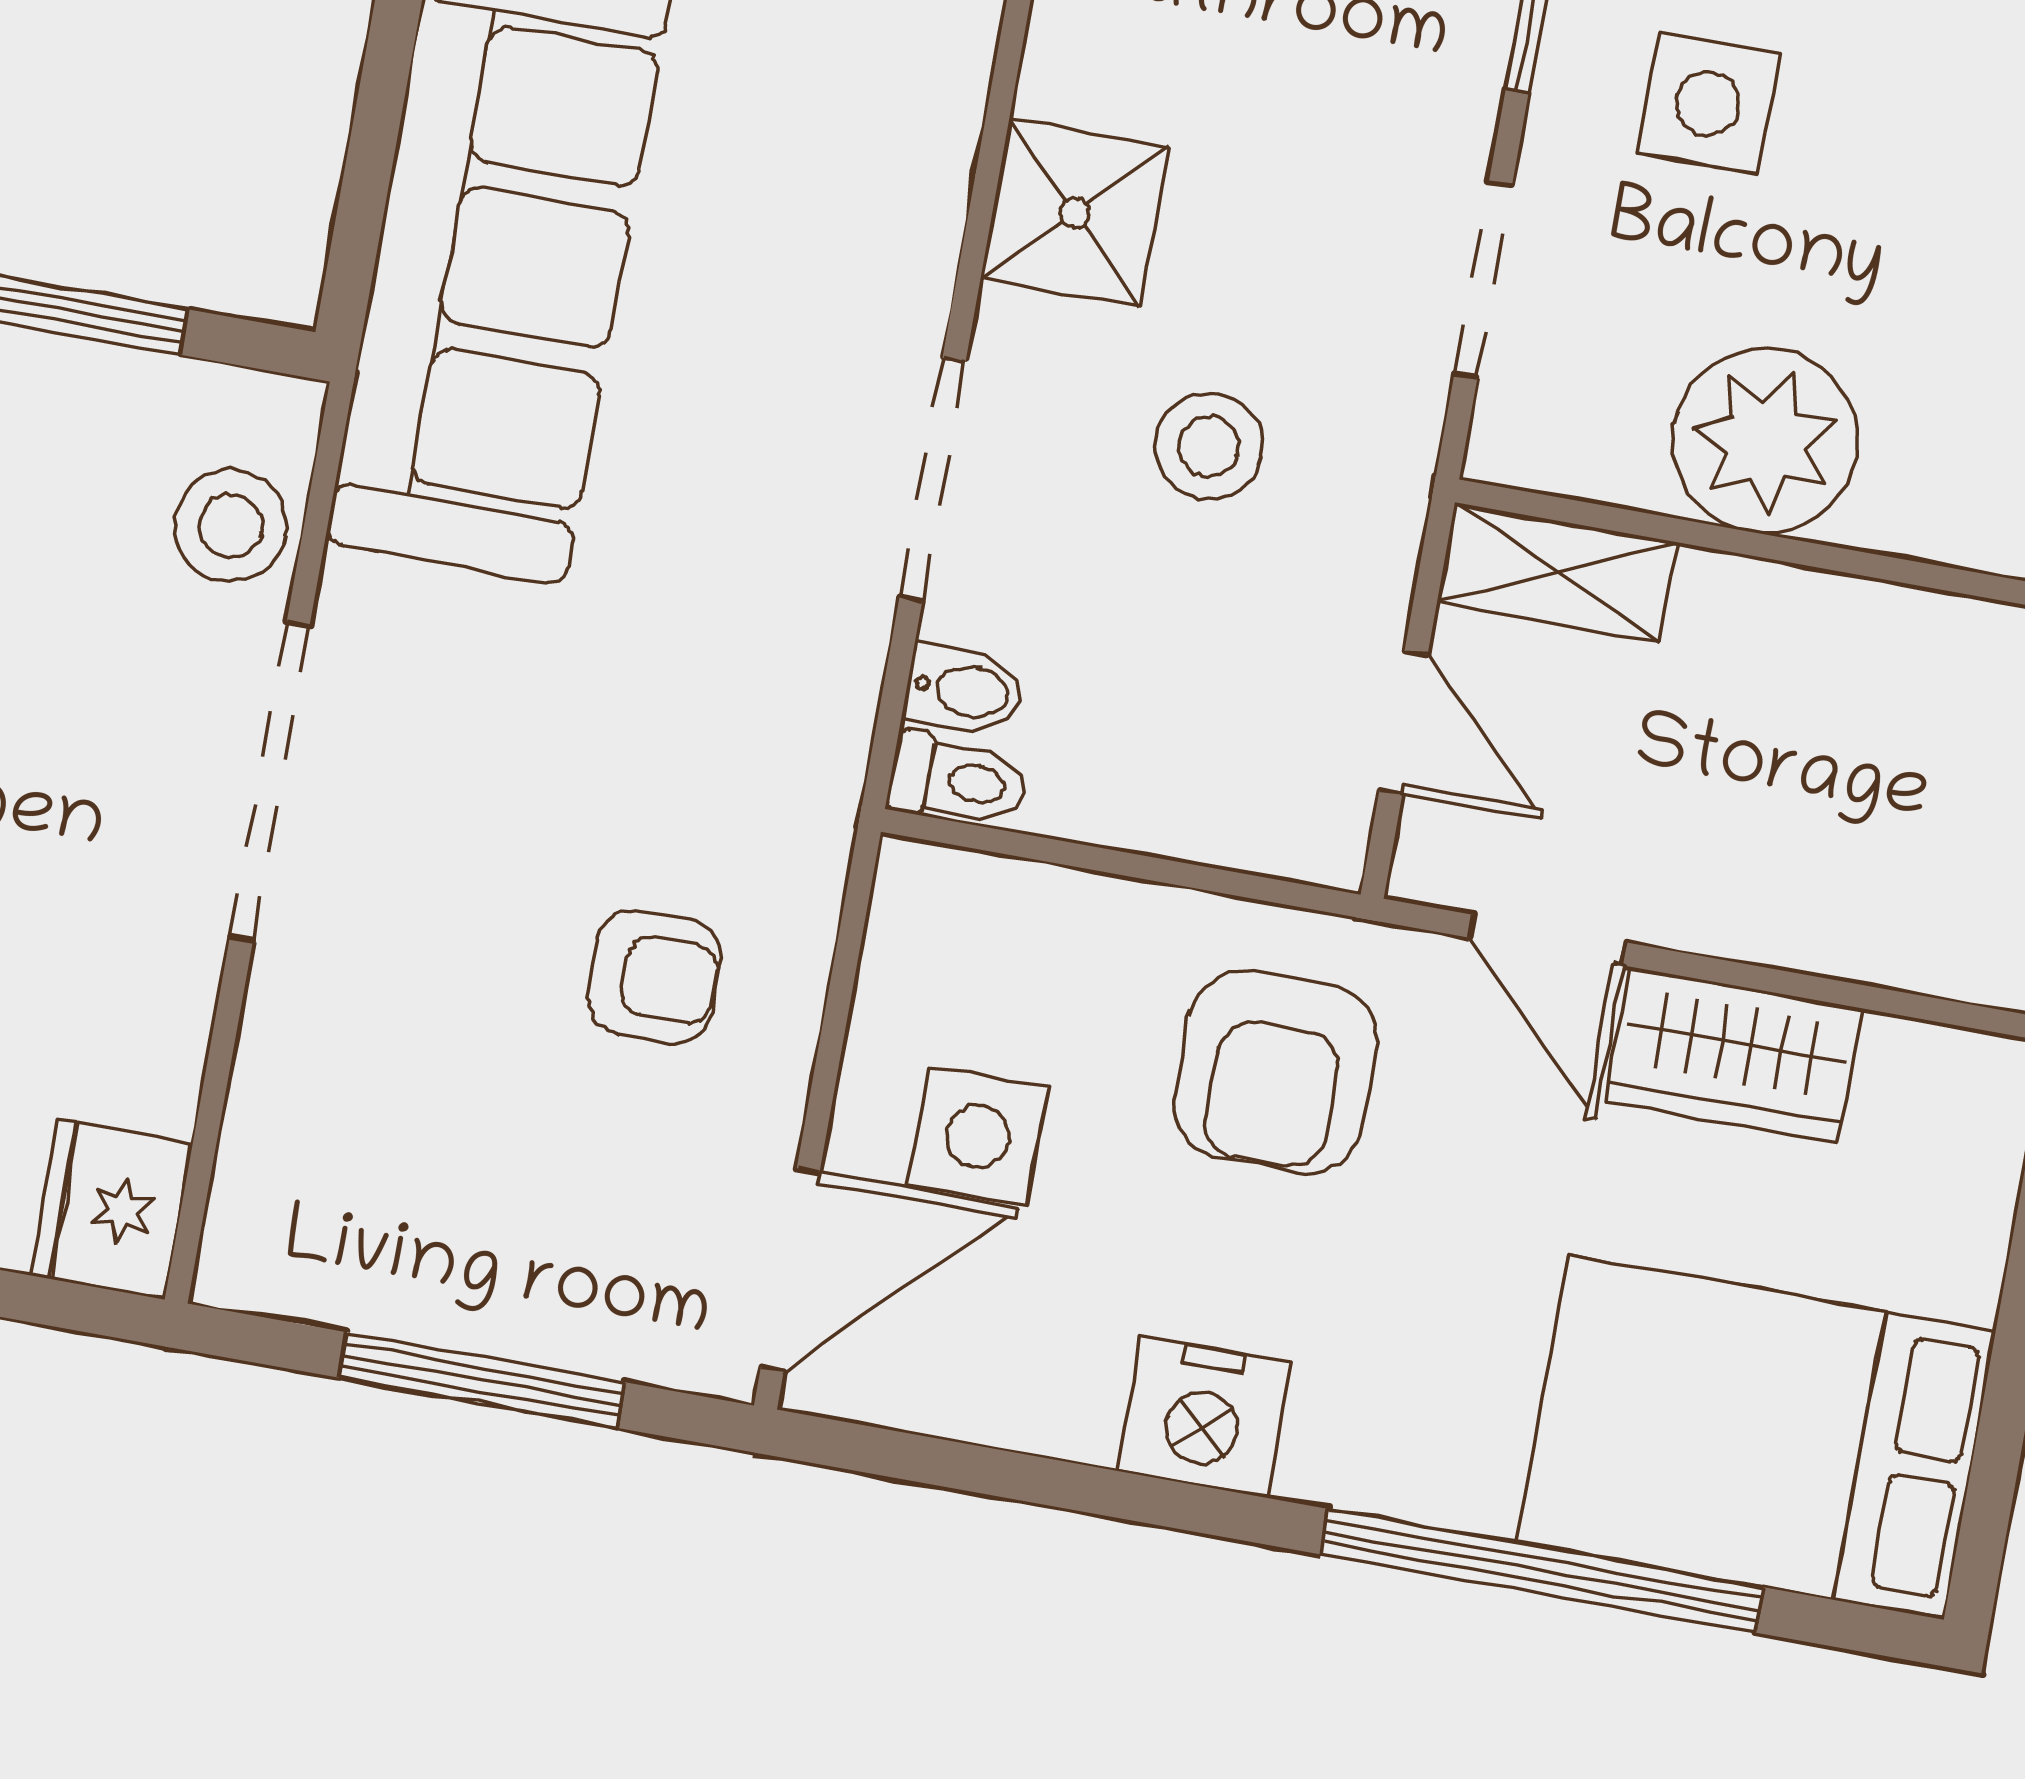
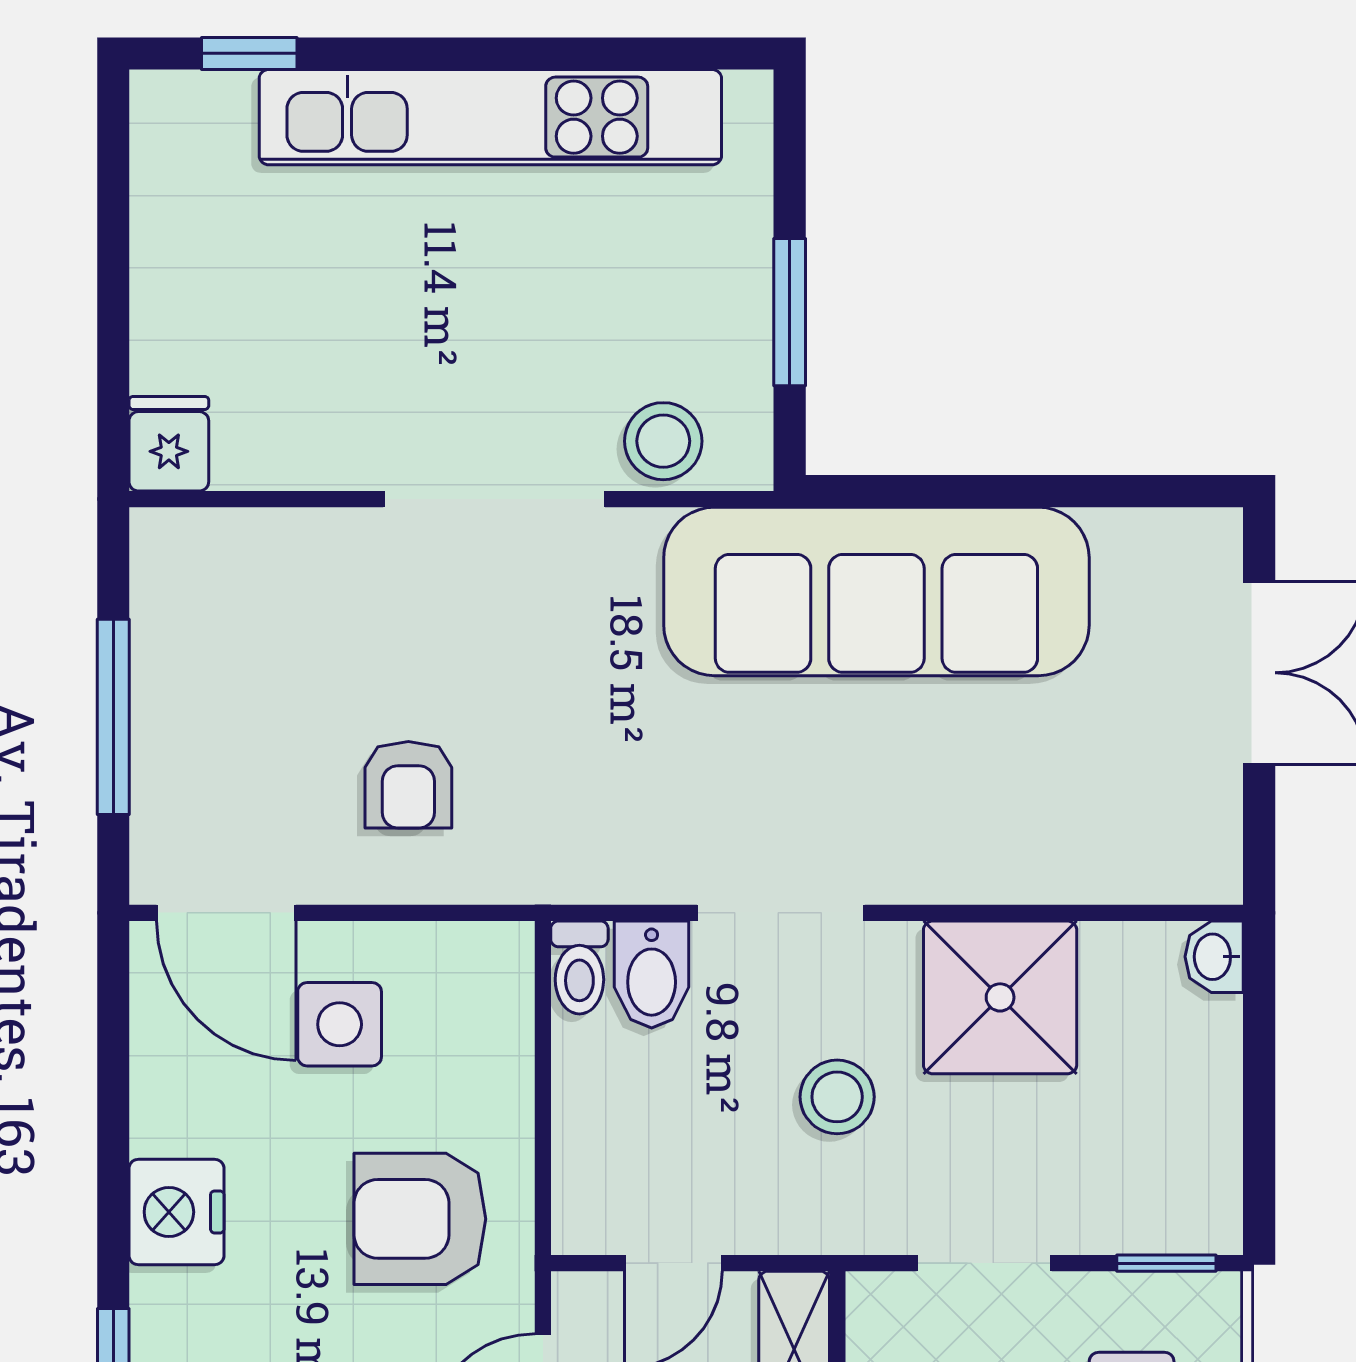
shower: (1075, 213) -> (1000, 997), width x1.36, depth x1.36
bidet: (964, 690) -> (652, 975), width x1.38, depth x1.36
fridge: (111, 1209) -> (169, 444), width x0.72

